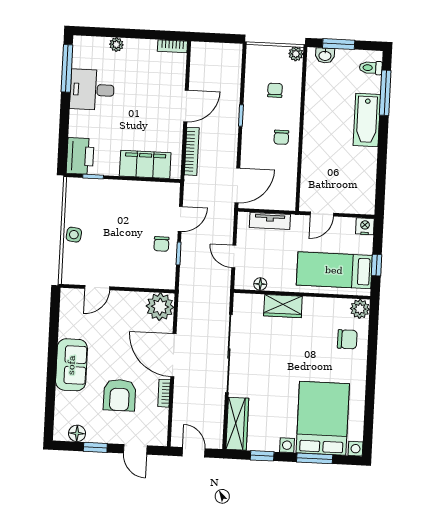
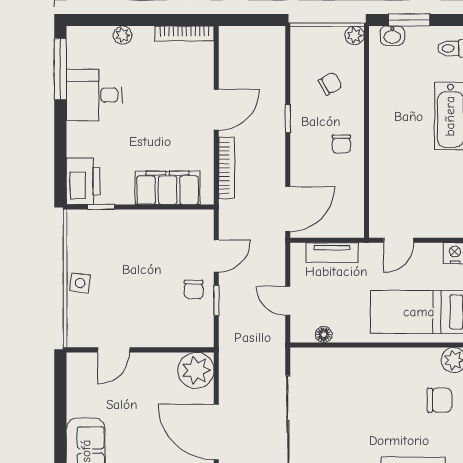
bookcase: (172, 46) -> (184, 34), width x1.56
chair: (275, 90) -> (330, 84), turned 61
wardrobe: (283, 306) -> (354, 362), removed

